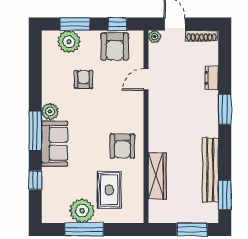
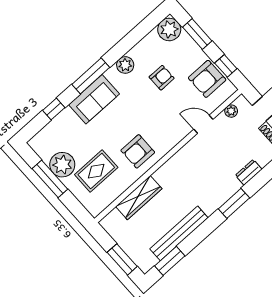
plant: (155, 37) -> (231, 111), moved
plant: (69, 42) -> (169, 29), moved
plant: (50, 112) -> (125, 65), moved

